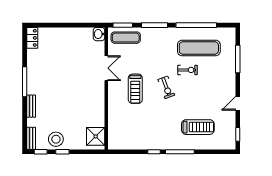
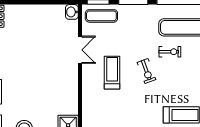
treadmill: (135, 89) -> (112, 73), turned 180

